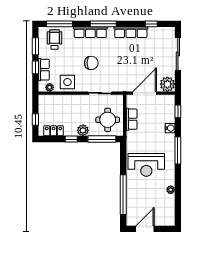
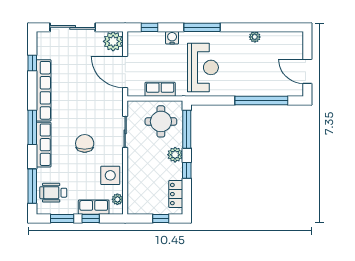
row of seats: (131, 32) -> (44, 90), width x1.36
reception desk: (146, 165) -> (203, 67), moved

